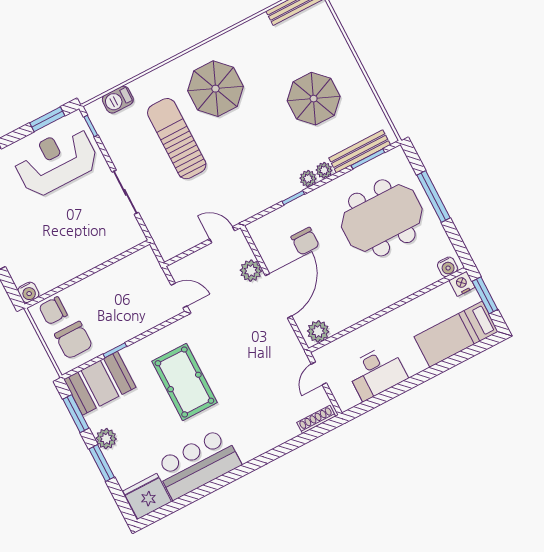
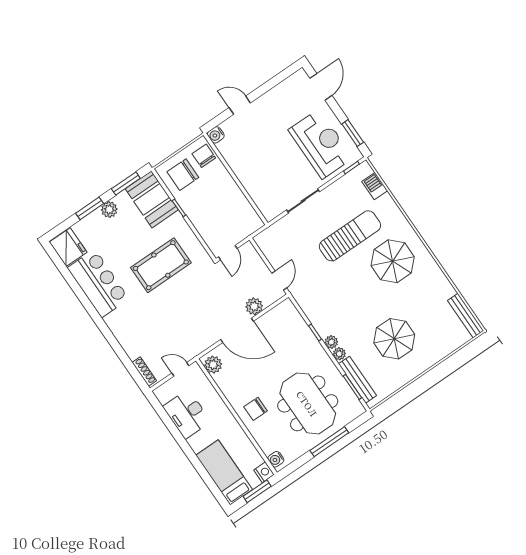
chair: (305, 241) -> (256, 409), moved

